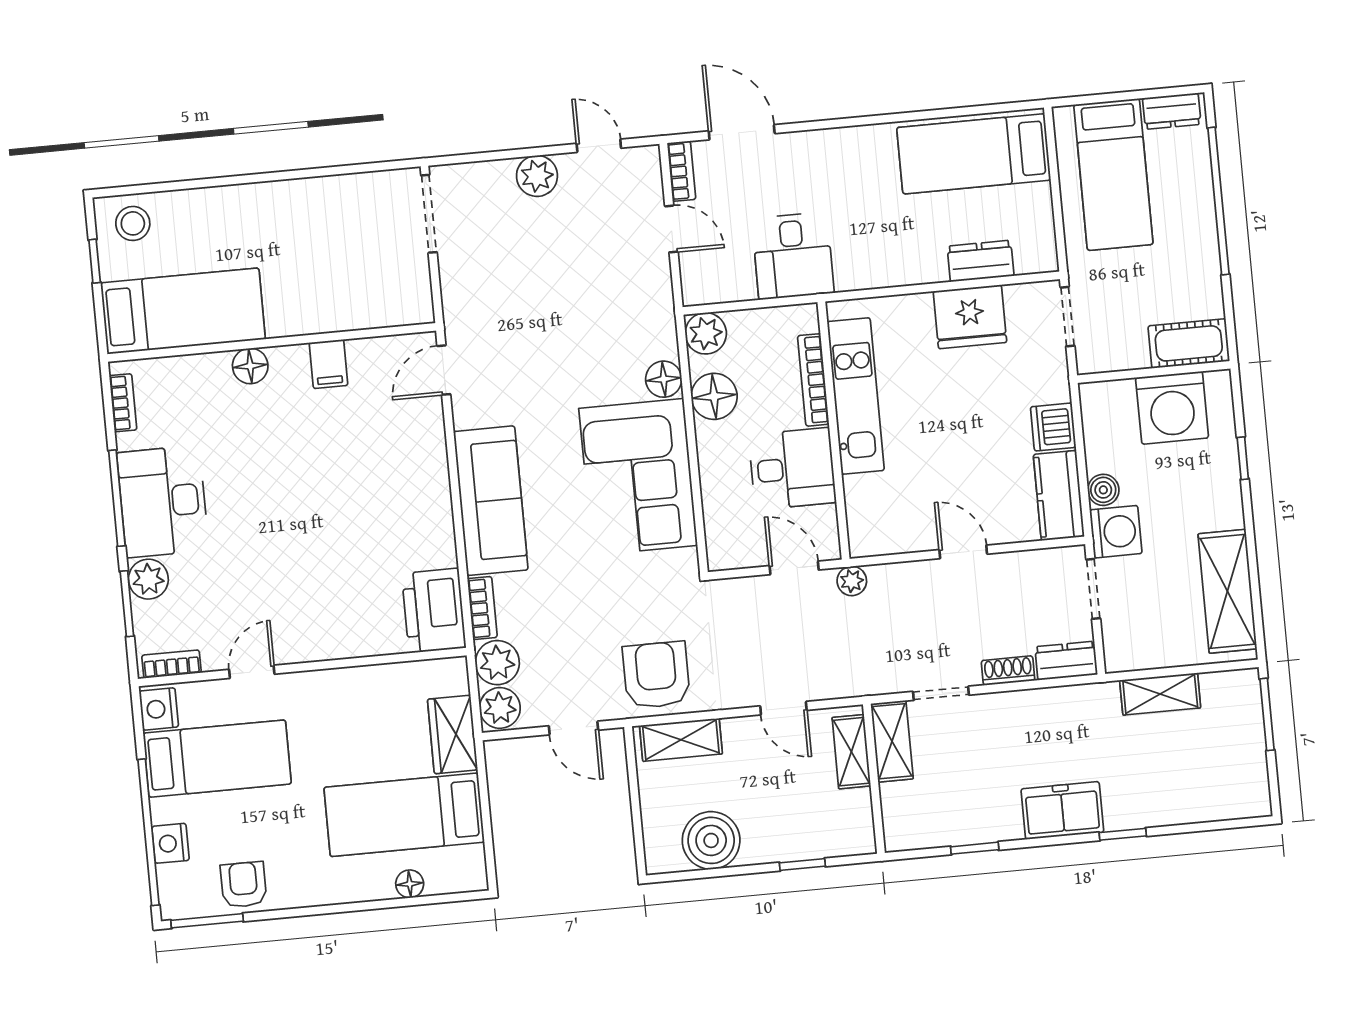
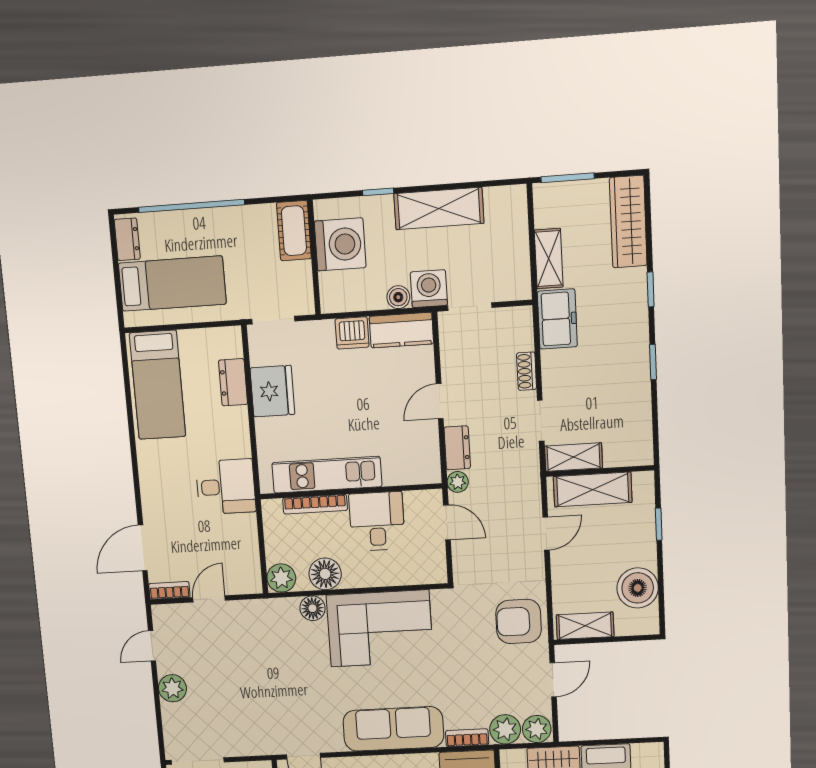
desk: (793, 256) -> (226, 487), moved
door: (794, 568) -> (447, 522), swing flipped
shelving: (1227, 591) -> (439, 208), moved
dresser: (1066, 661) -> (457, 448), moved, turned 180
shelving: (681, 740) -> (585, 626), moved, turned 90
shelving: (851, 752) -> (593, 489), width x1.50, depth x1.33
wardrobe: (1211, 799) -> (628, 222), added
freezer: (1062, 811) -> (557, 319), moved, turned 180
window: (975, 848) -> (653, 362), moved

